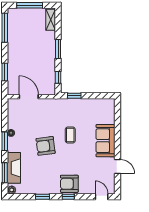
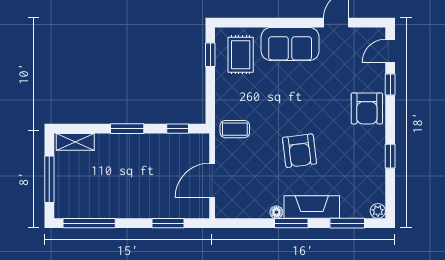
window: (74, 96) -> (210, 55), moved
rug: (99, 113) -> (241, 55), added
coffee table: (70, 135) -> (235, 129), moved
fireplace: (14, 168) -> (312, 207), moved
window: (68, 197) -> (390, 85), moved

